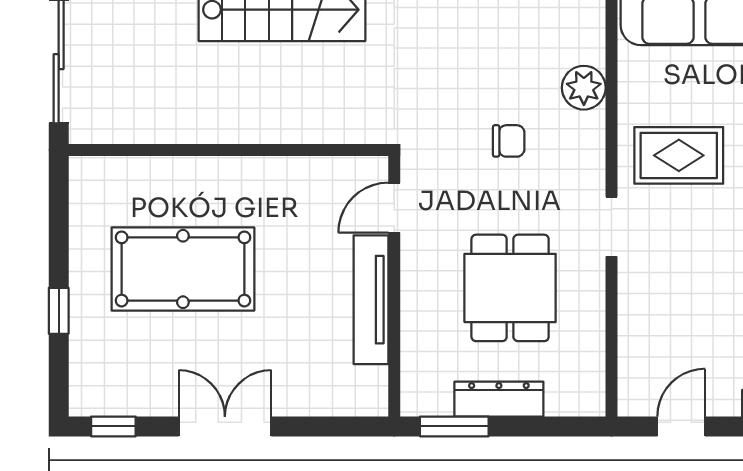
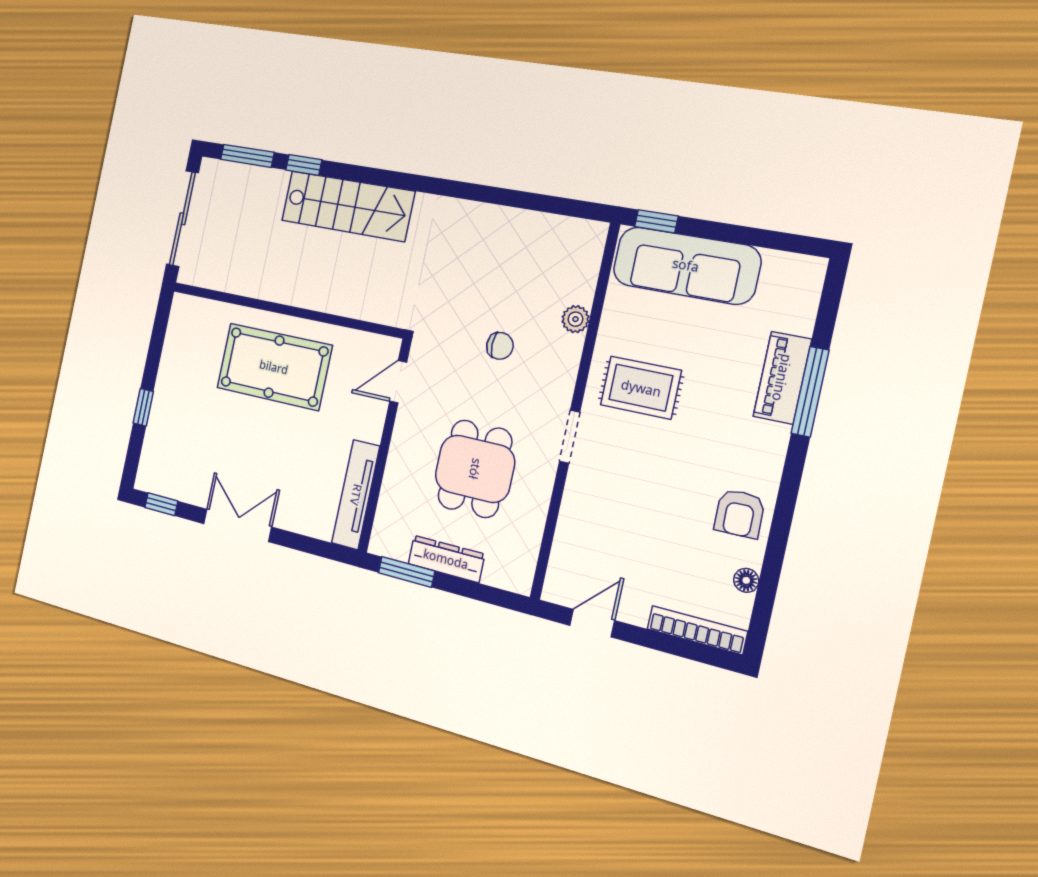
plant: (584, 88) -> (575, 319), width x0.73, depth x0.73
pool table: (183, 269) -> (274, 367), moved
tv unit: (371, 300) -> (356, 495), moved

